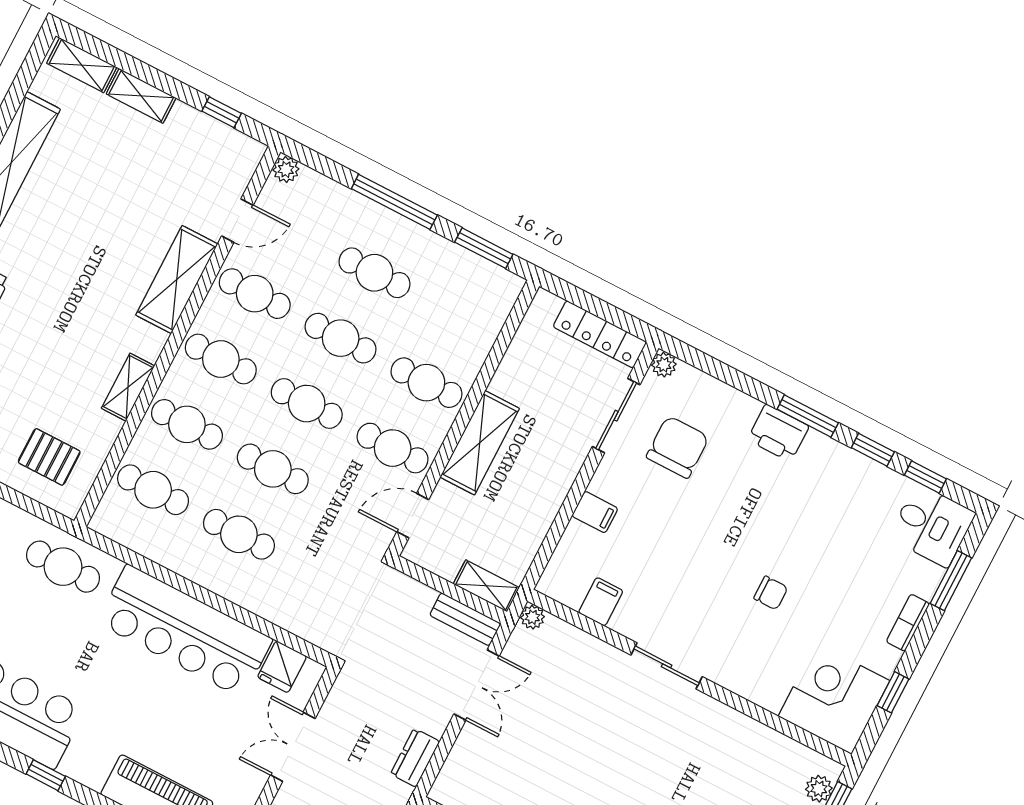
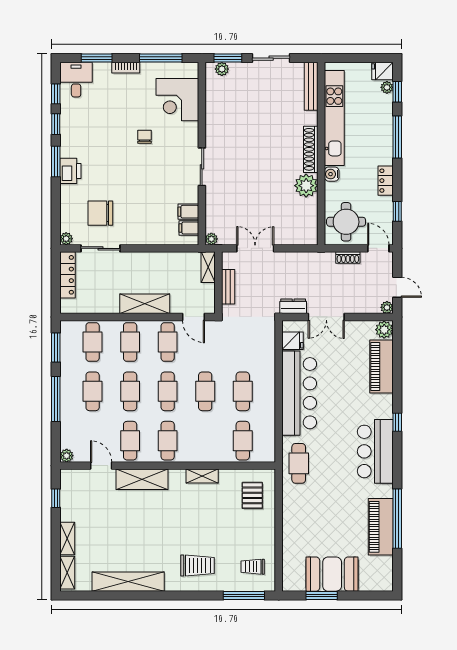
cafe table: (187, 424) -> (93, 342), moved
filing cabinet: (595, 512) -> (189, 228), moved, turned -90
bench: (465, 619) -> (228, 287), moved
window: (893, 692) -> (161, 58), width x2.17
corner desk: (834, 698) -> (177, 100), moved
dresser: (415, 758) -> (293, 306), moved, turned 180

